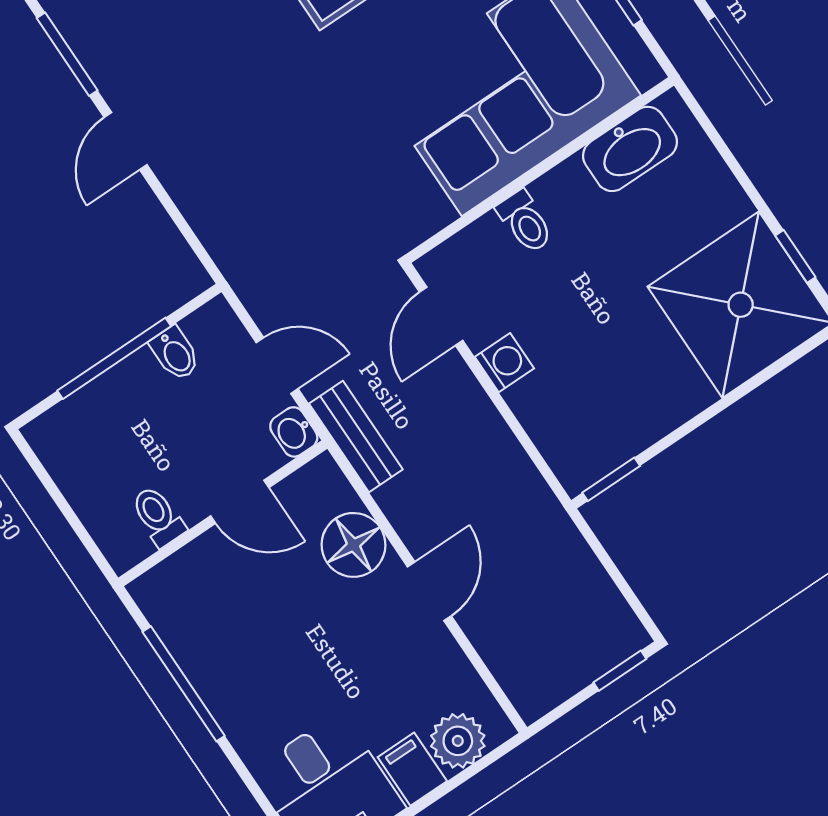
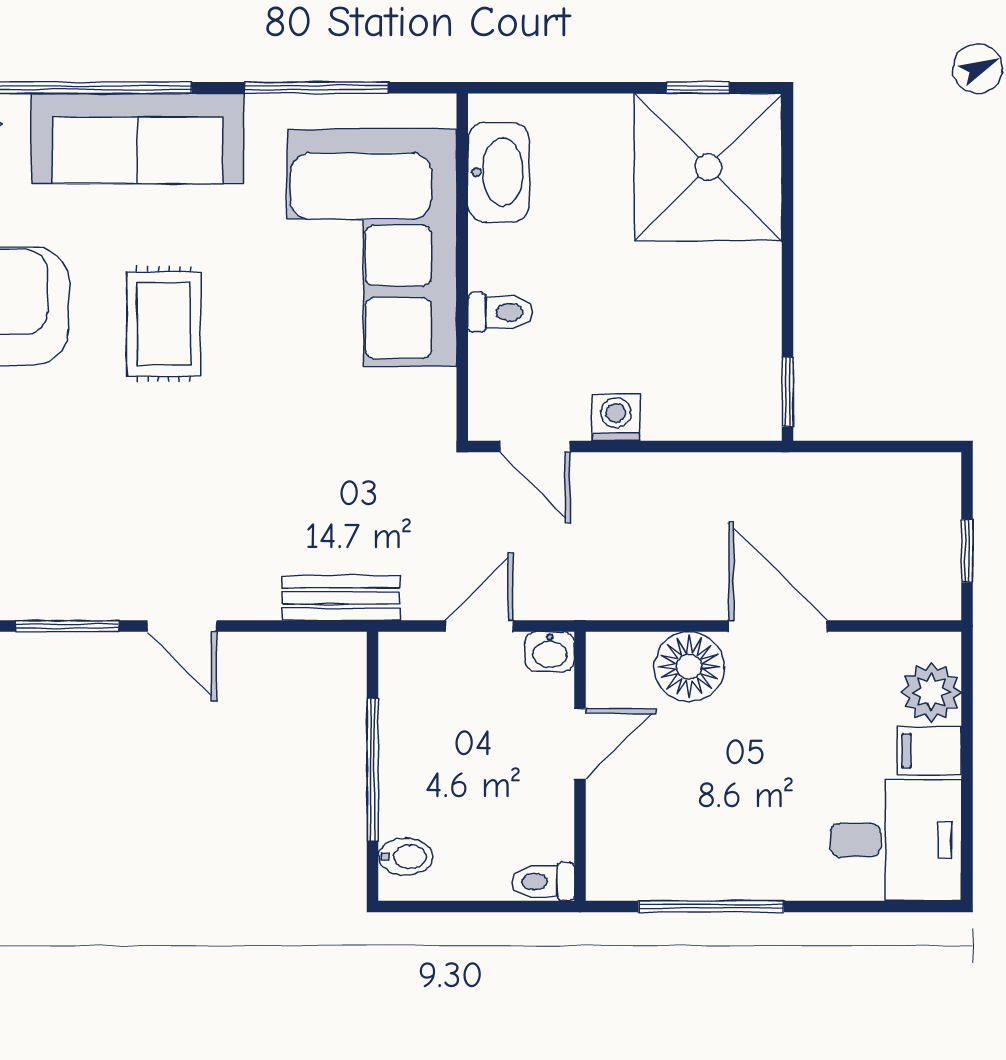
bidet: (175, 353) -> (406, 857), moved
bench: (356, 437) -> (341, 598), moved
toilet: (158, 516) -> (543, 882), moved
door: (429, 591) -> (778, 626), width x1.38
window: (620, 671) -> (967, 551), moved

